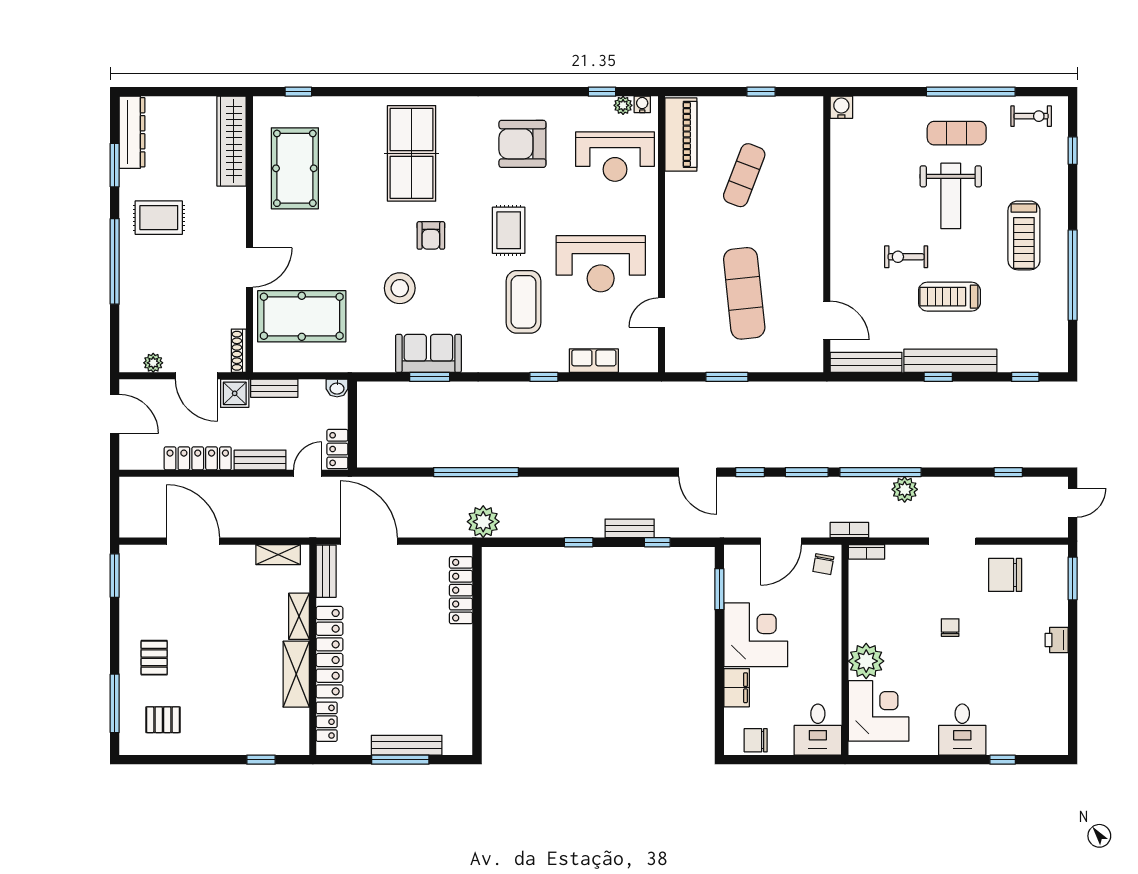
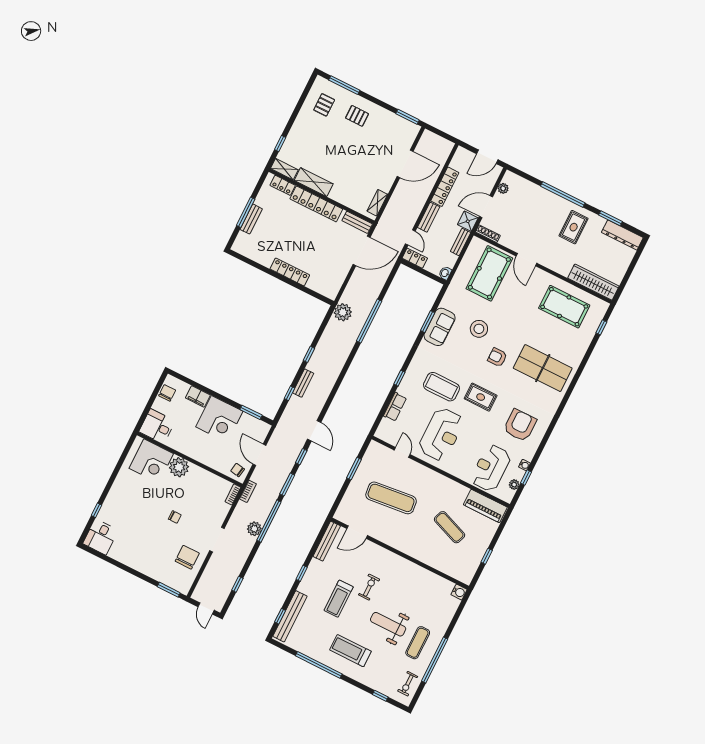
water cooler: (642, 104) -> (524, 465), moved
reception desk: (601, 264) -> (441, 434), turned 180
treadmill: (949, 297) -> (339, 599), turned 180
bench: (950, 361) -> (290, 616), moved
door: (698, 472) -> (314, 431), swing flipped
locker: (461, 590) -> (290, 272), moved
shelving: (299, 616) -> (284, 169), moved
printer: (1057, 640) -> (142, 567), removed
desk: (962, 730) -> (101, 537), moved, turned -90
bench: (407, 745) -> (251, 219), width x0.73

